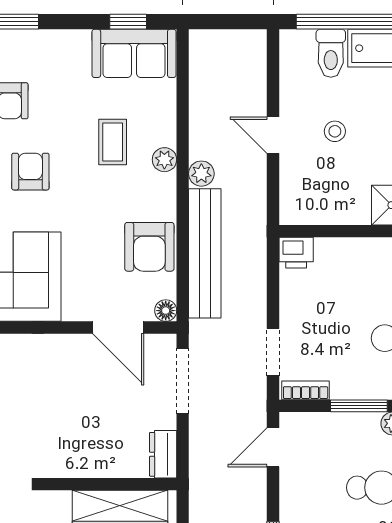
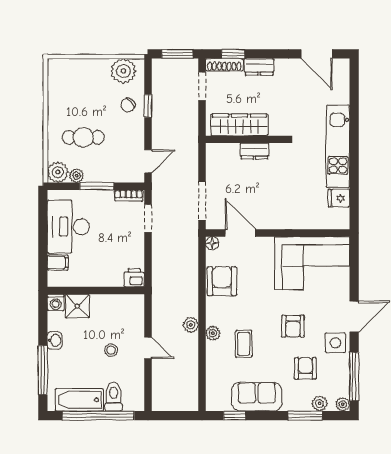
sofa: (134, 53) -> (257, 397), moved
bench: (205, 253) -> (189, 277), removed
dresser: (163, 454) -> (254, 151), moved, turned 90

